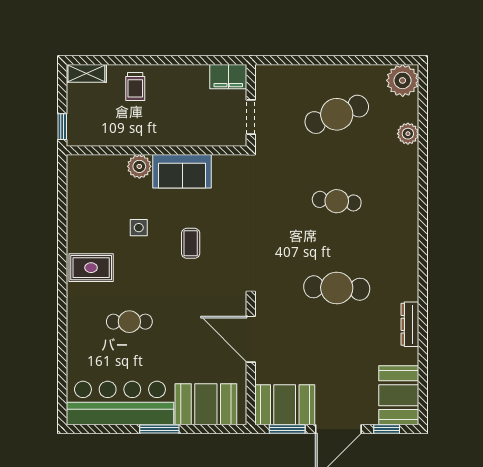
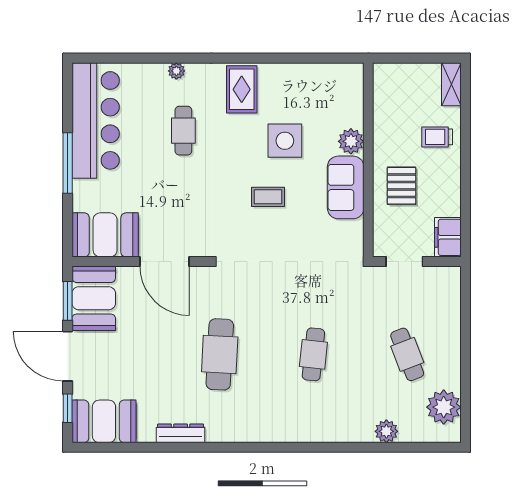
plant: (403, 80) -> (444, 407), moved
cafe table: (337, 114) -> (407, 354), width x0.73, depth x0.74
pallet: (180, 119) -> (402, 186), added
window: (62, 127) -> (394, 58), removed
side table: (139, 228) -> (285, 141), width x1.87, depth x1.87
plant: (74, 328) -> (176, 71), added
door: (251, 339) -> (165, 262), swing flipped
booth: (206, 404) -> (105, 235), moved, turned 90
window: (159, 429) -> (68, 163), width x1.44

